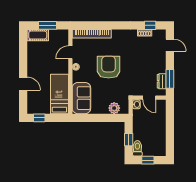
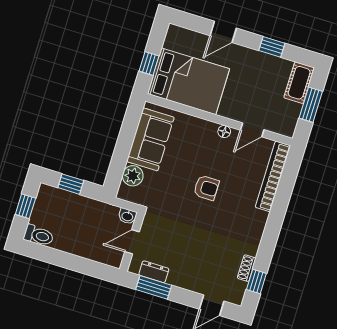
door: (70, 52) -> (252, 130), swing flipped
window: (23, 55) -> (272, 47), added
armchair: (109, 67) -> (206, 188), width x0.53, depth x0.53
bed: (59, 94) -> (188, 81), width x1.50
sofa: (81, 98) -> (150, 139), moved, turned -90
window: (39, 118) -> (149, 63), moved
toilet: (137, 148) -> (39, 235), moved

